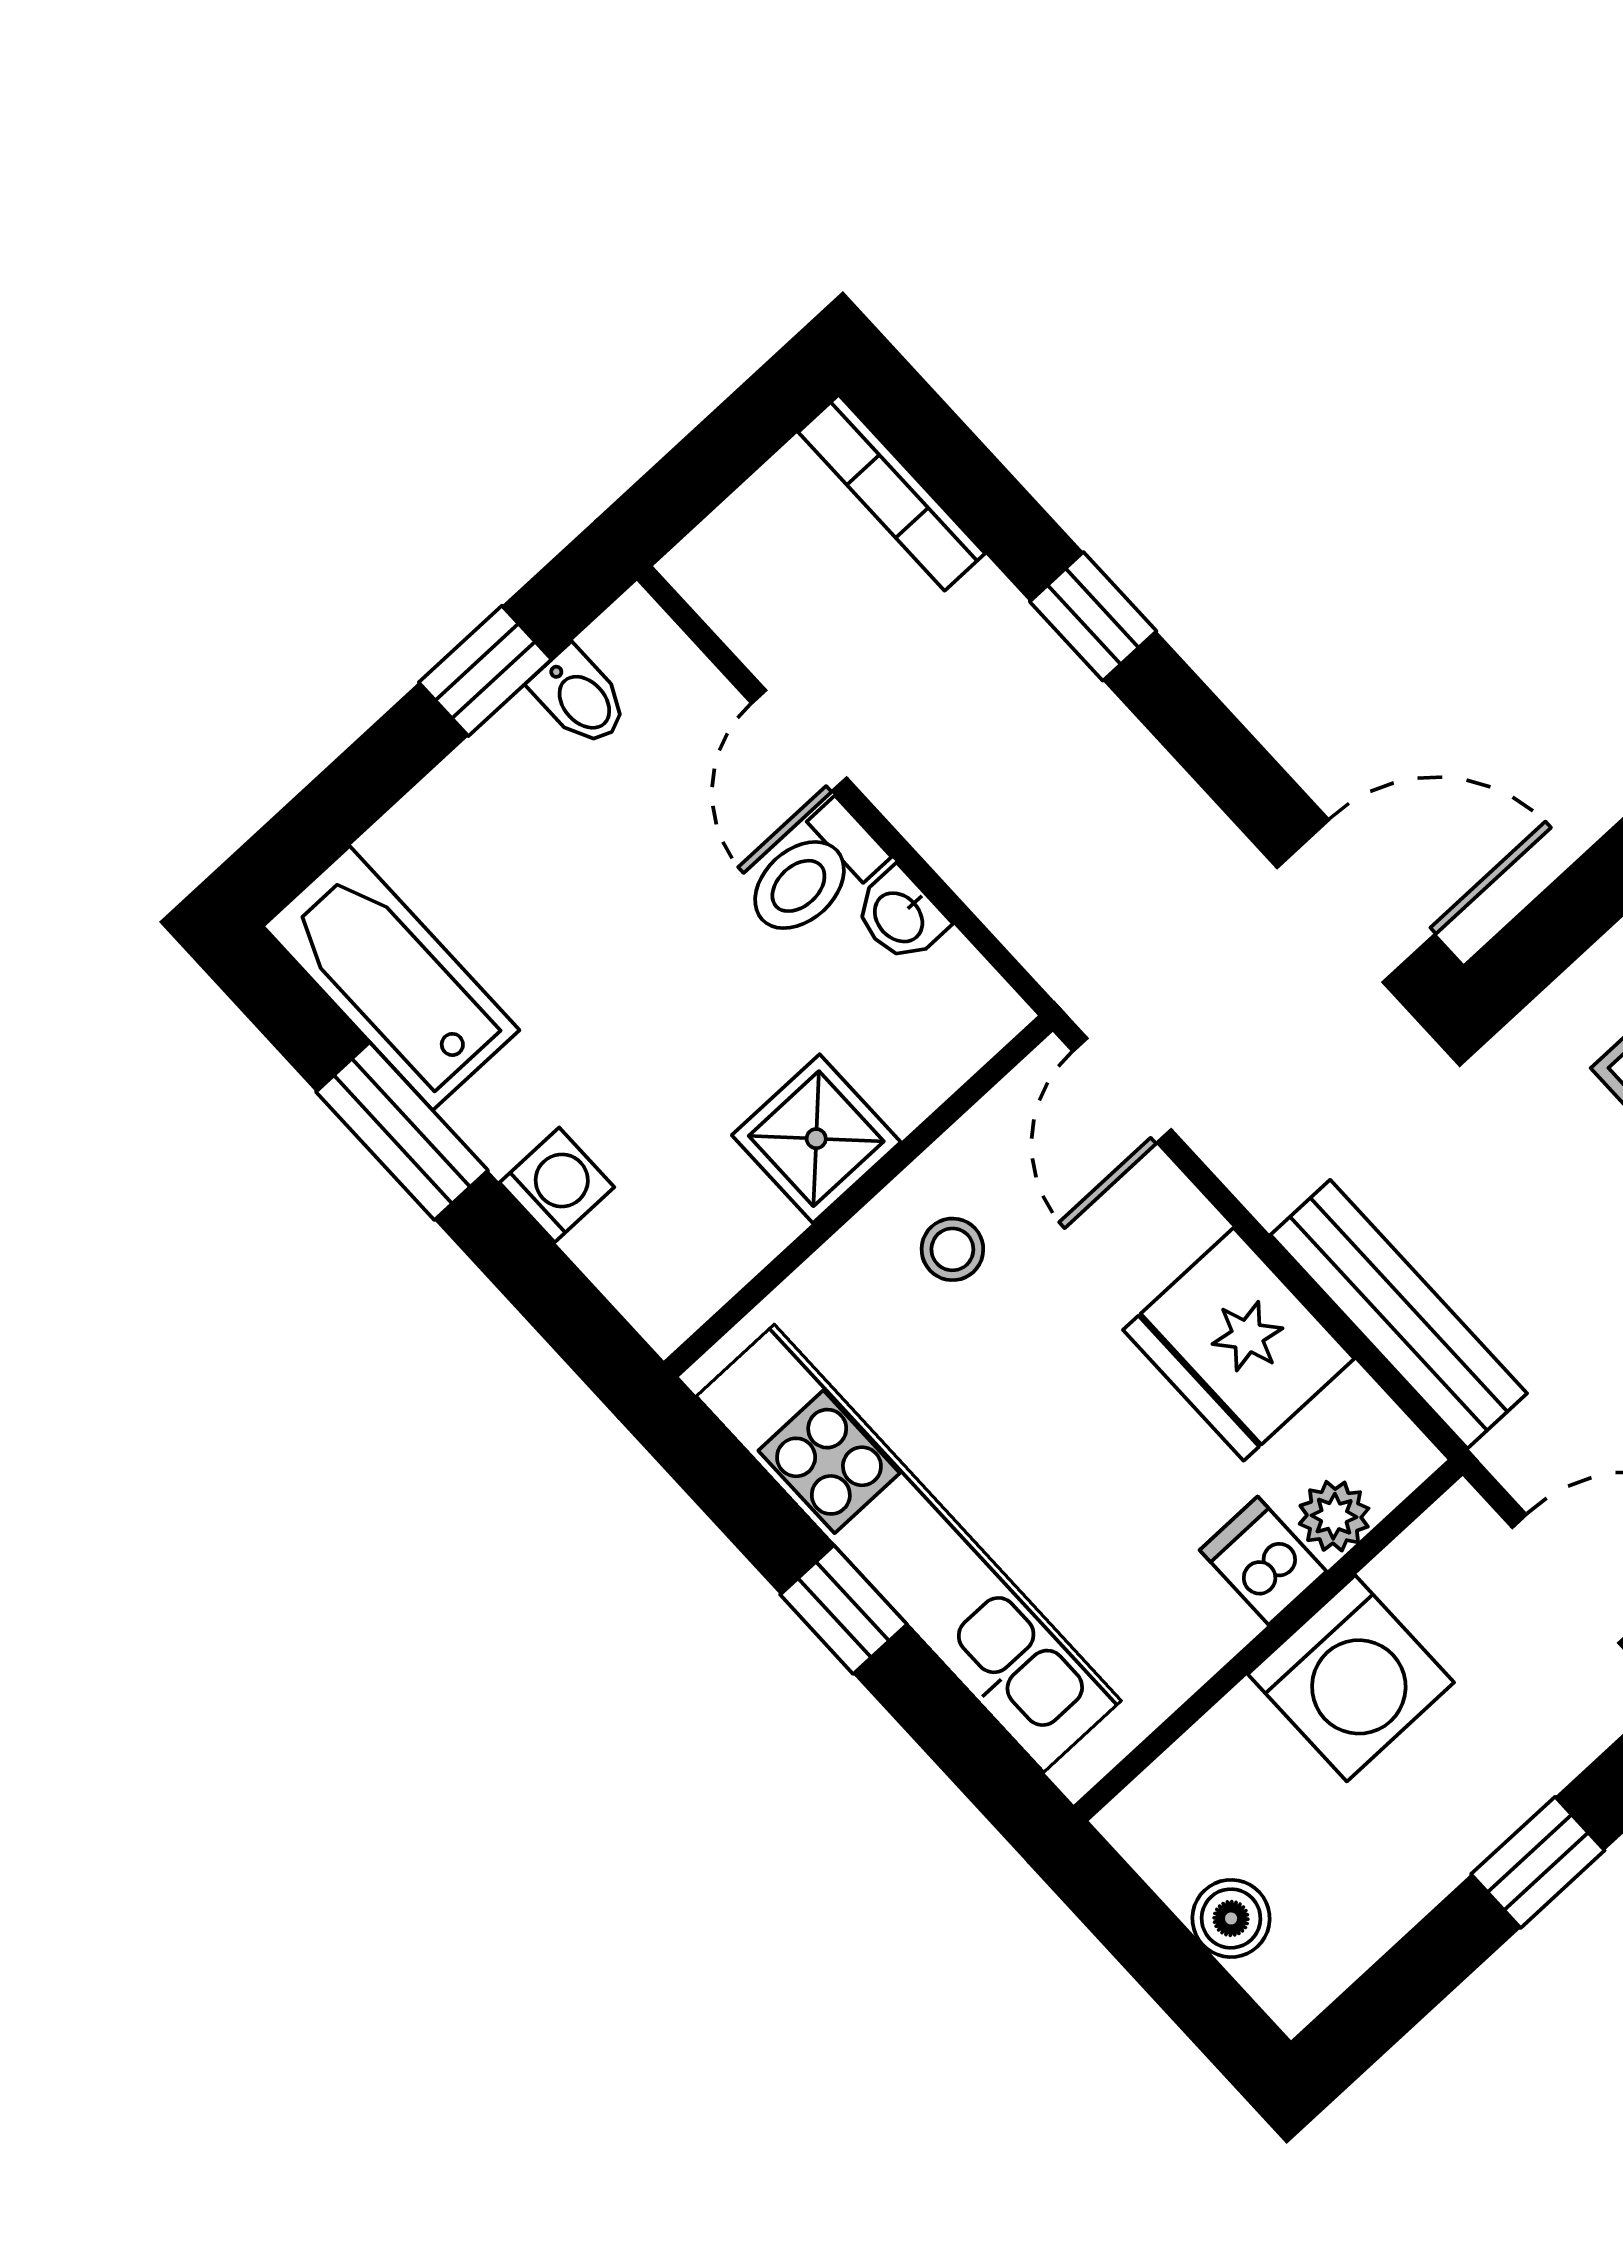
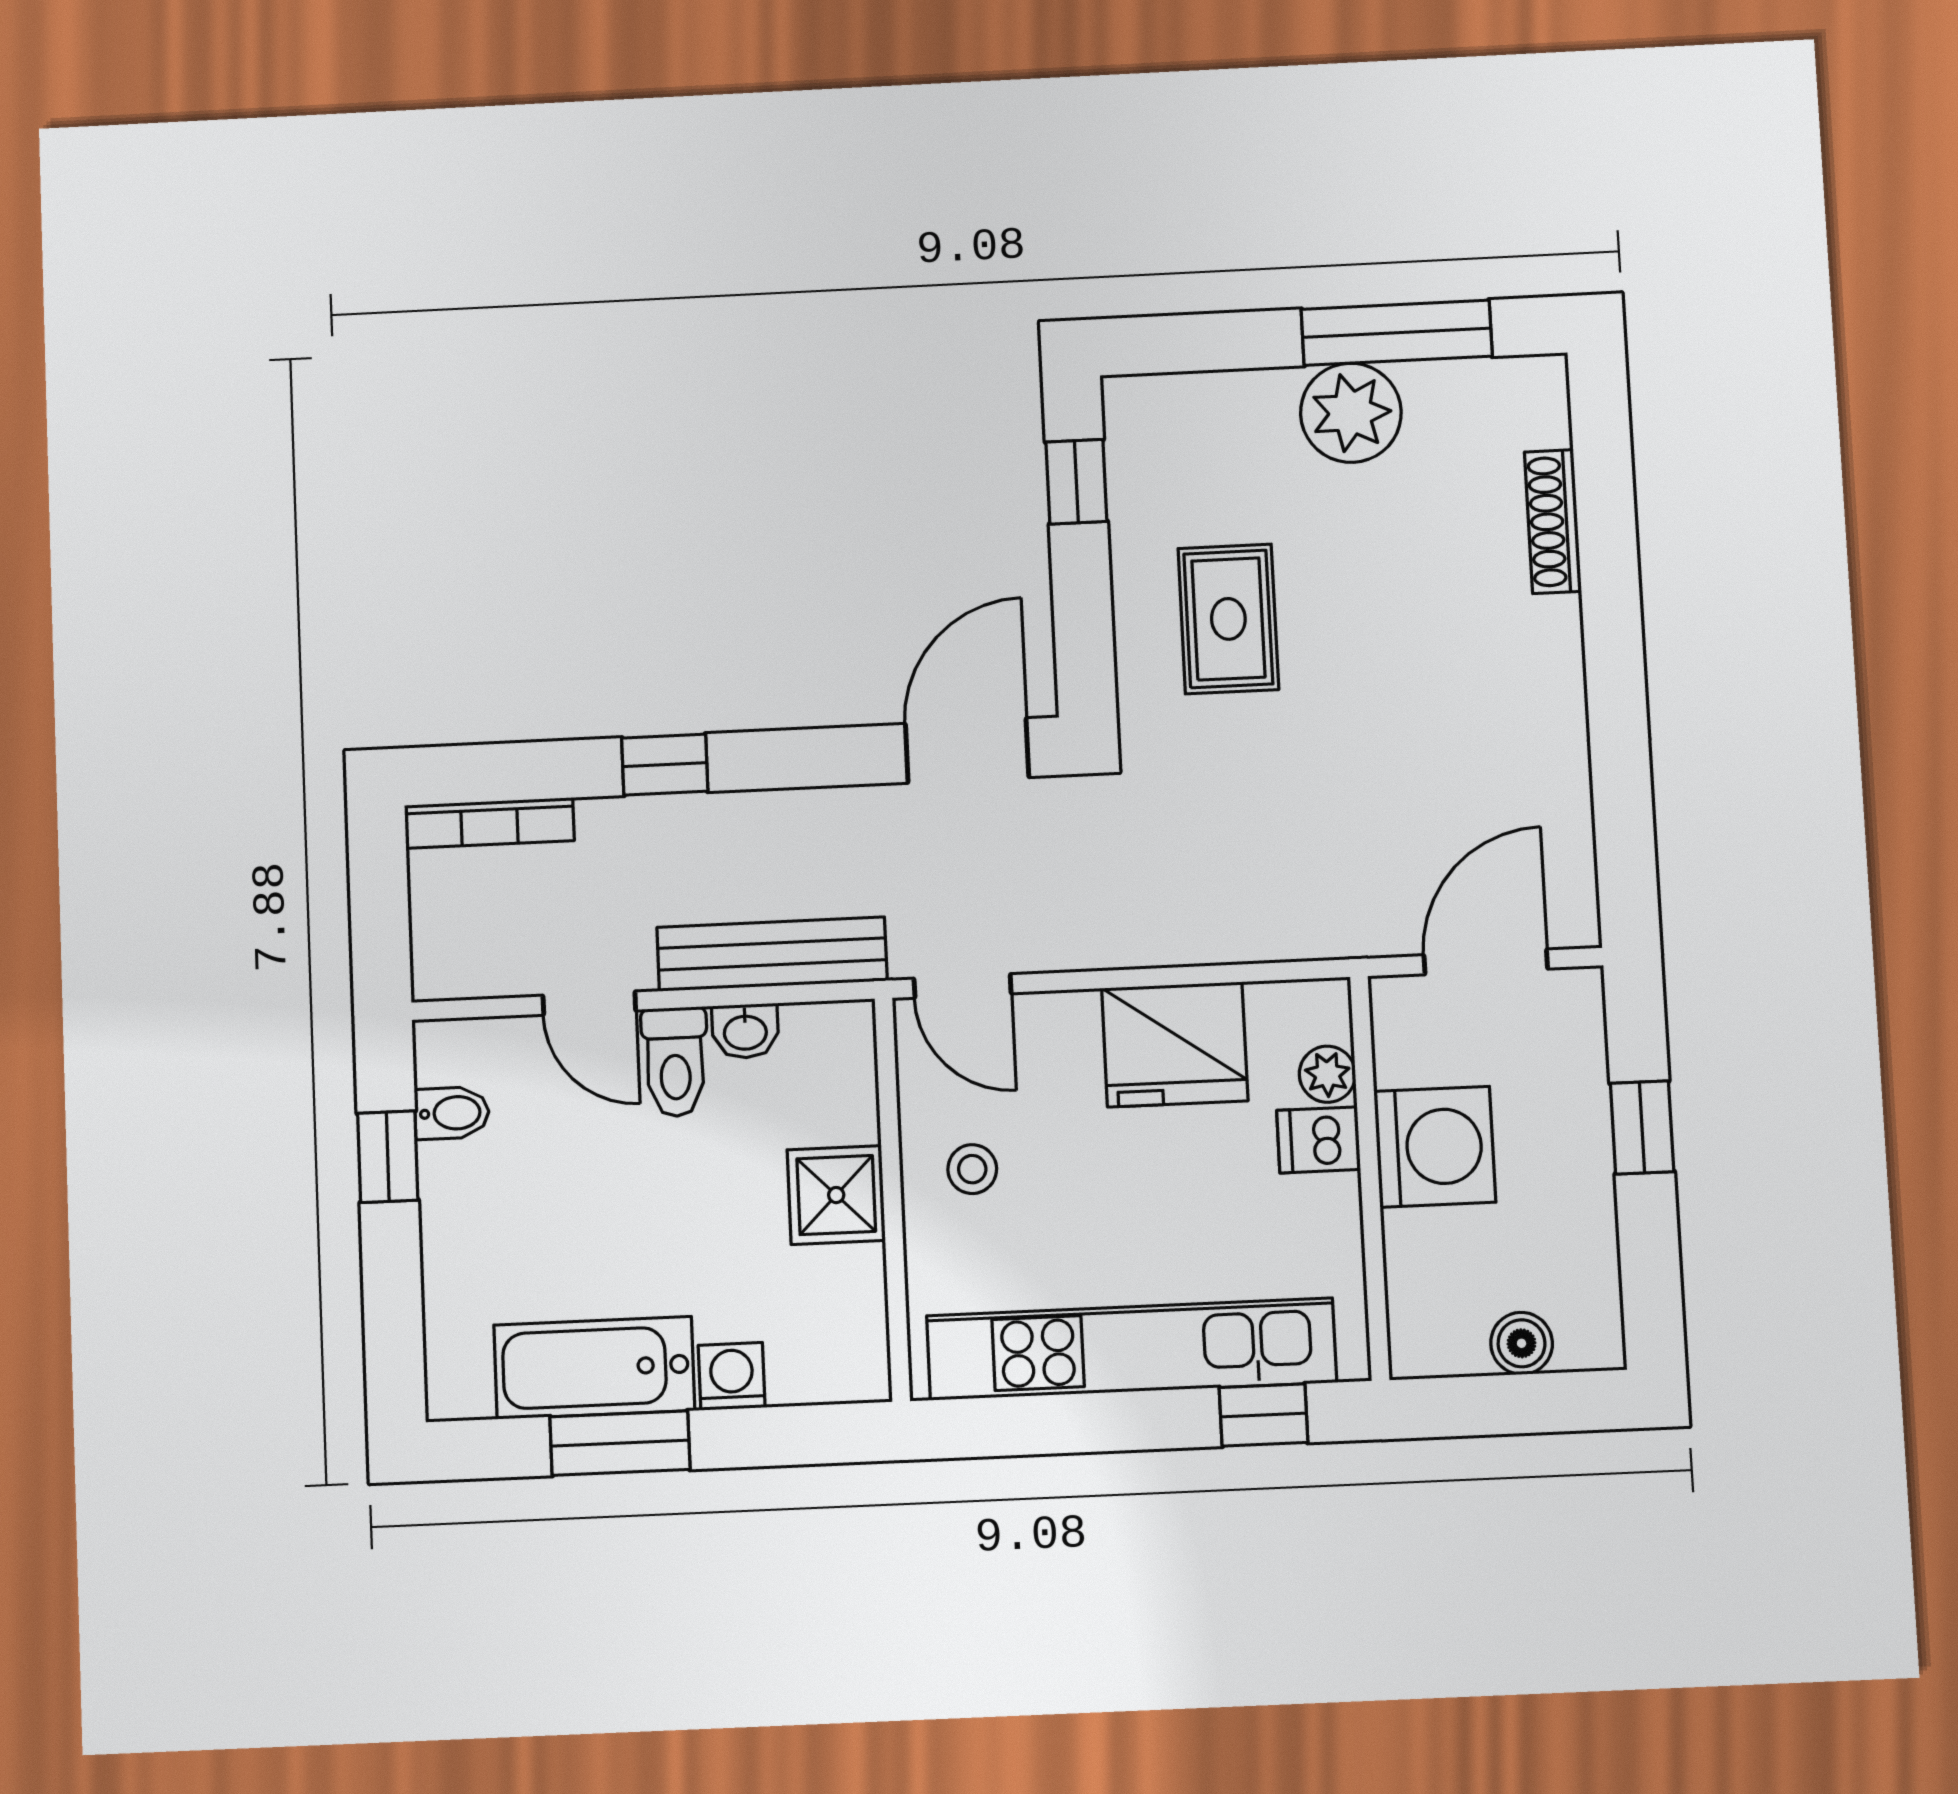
bathtub: (391, 978) -> (594, 1368), moved
bench: (1399, 1314) -> (772, 954), moved
window: (844, 1610) -> (1264, 1415), moved

